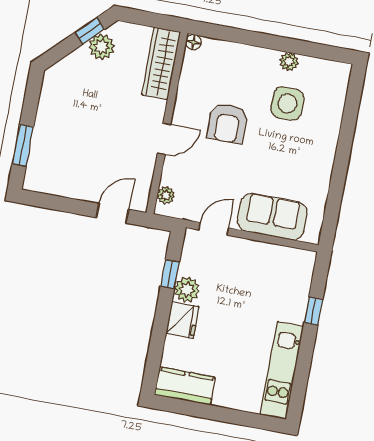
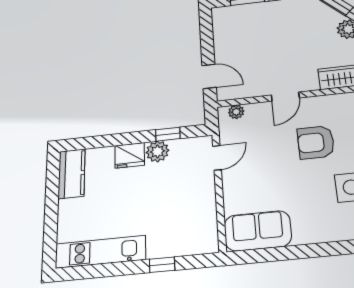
door: (164, 139) -> (285, 97), hinge flipped
sofa: (272, 217) -> (258, 231), moved, turned -90
door: (214, 229) -> (217, 158), hinge flipped

